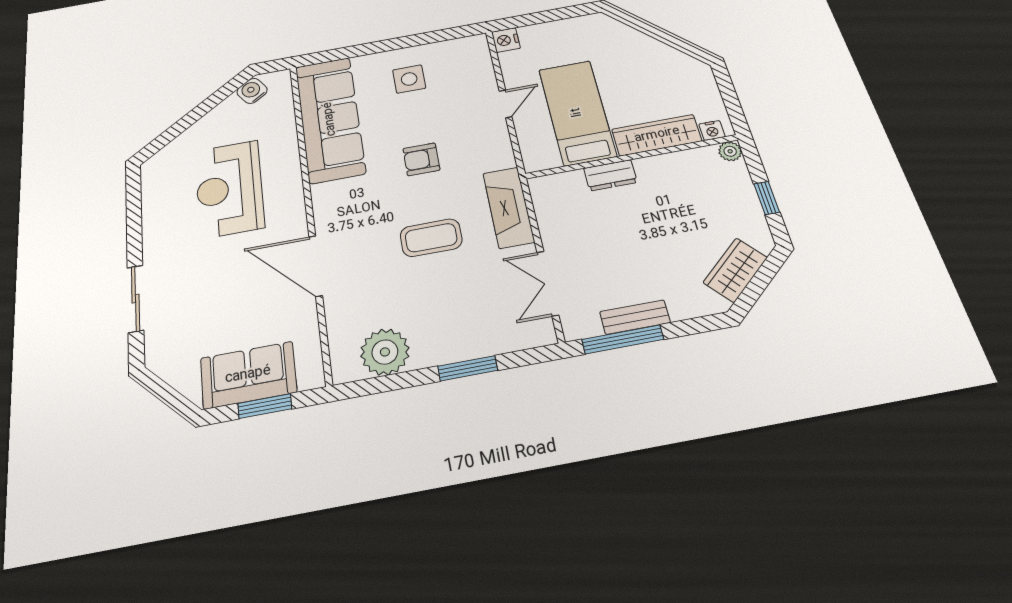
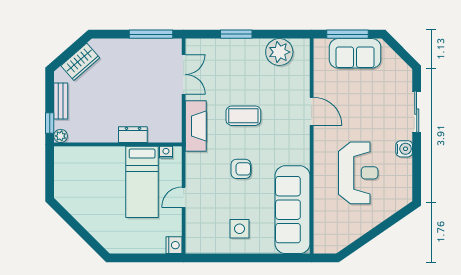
water cooler: (252, 91) -> (404, 149), moved, turned -55
nightstand: (712, 130) -> (166, 152), moved
wardrobe: (657, 135) -> (100, 156), removed
window: (767, 198) -> (50, 123), moved
door: (316, 266) -> (312, 111), width x0.73
bench: (635, 317) -> (61, 101), moved, turned 90
window: (265, 406) -> (347, 34), width x1.44

